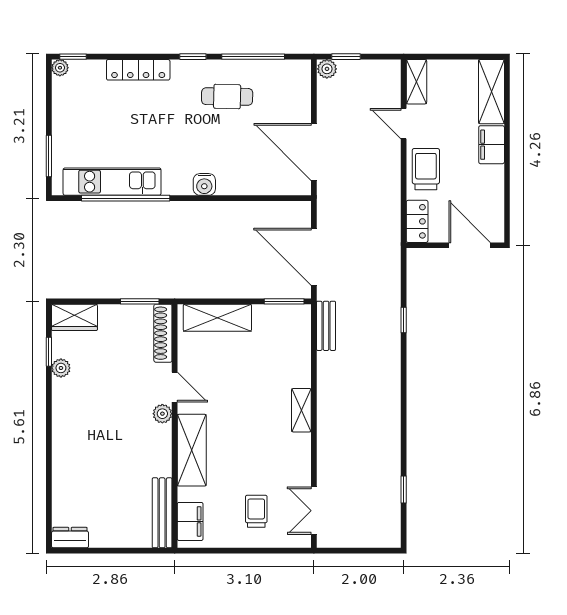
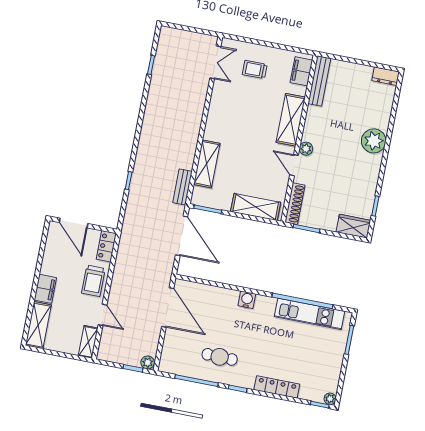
plant: (61, 368) -> (374, 141), moved, width x1.88, depth x1.88
shelving: (301, 410) -> (207, 164), moved, width x1.50, depth x1.33
trolley: (256, 511) -> (255, 69), turned 90

